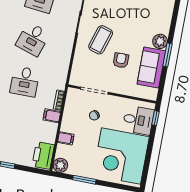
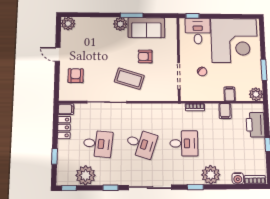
filing cabinet: (52, 116) -> (225, 111), moved
printer: (43, 155) -> (255, 125), moved, turned 90

